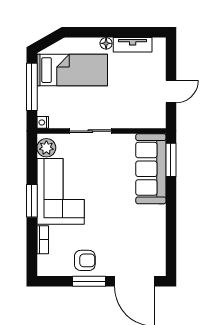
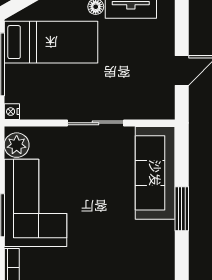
sliding door: (90, 131) -> (95, 123), moved
window: (171, 160) -> (182, 209), moved

